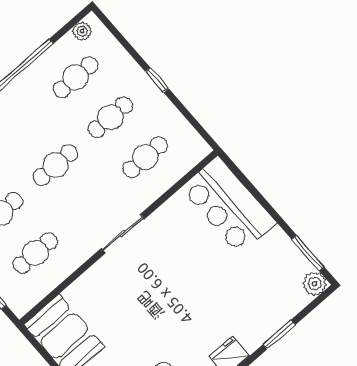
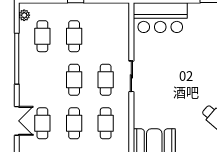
cafe table: (145, 157) -> (106, 80), moved

